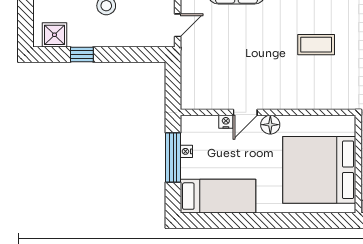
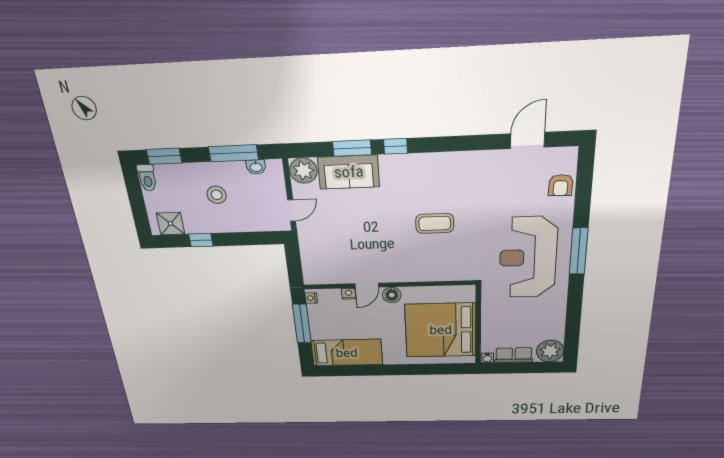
nightstand: (186, 151) -> (311, 298), moved

